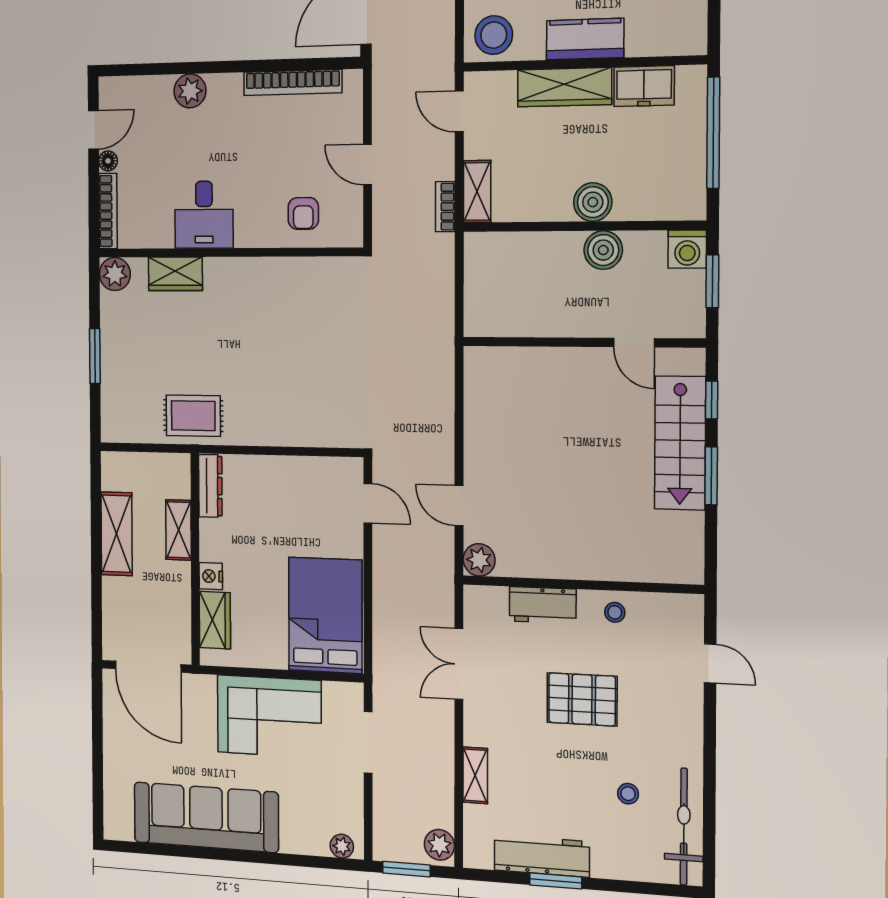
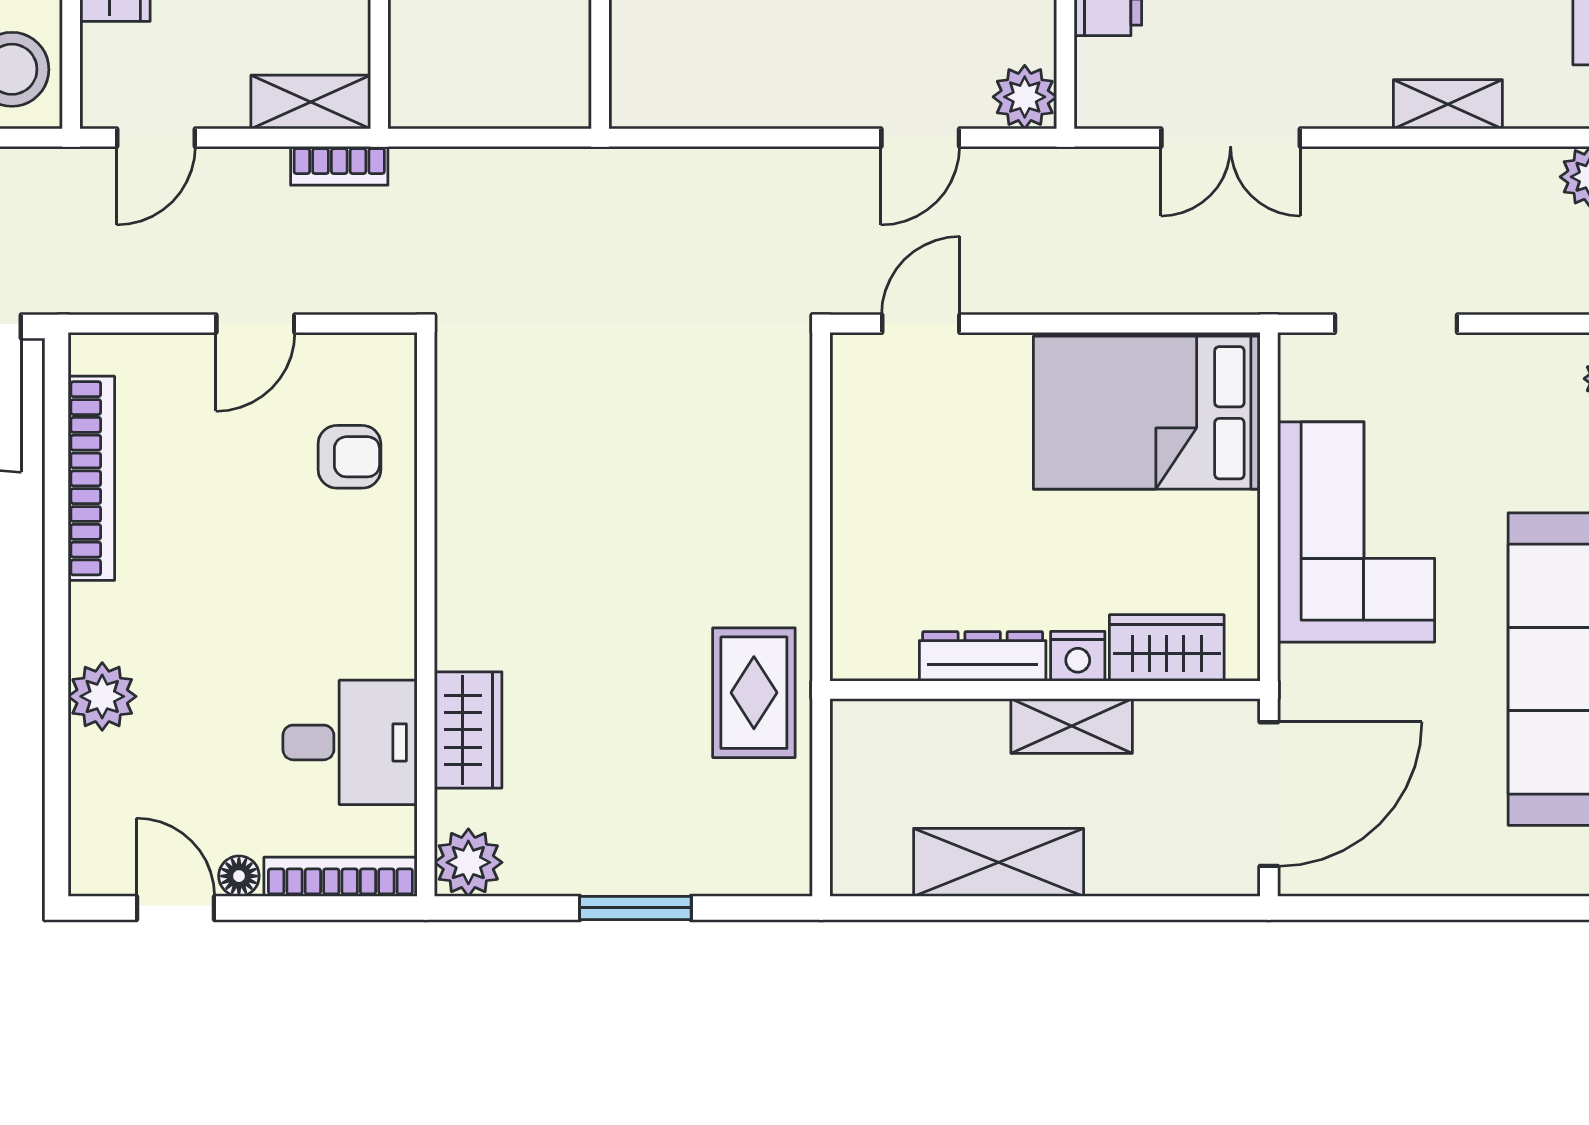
desk: (204, 215) -> (350, 742), moved
dresser: (210, 486) -> (983, 656), moved
shelving: (178, 530) -> (1072, 726), moved

